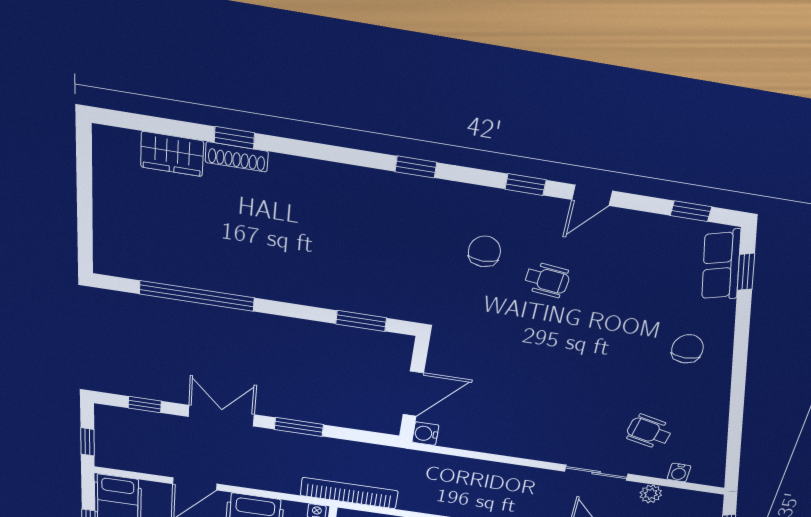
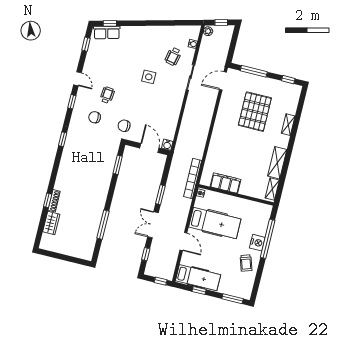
window: (197, 296) -> (103, 225), width x0.68
chair: (687, 349) -> (124, 126), moved
side table: (597, 379) -> (149, 77), added
plant: (651, 494) -> (208, 31), moved

